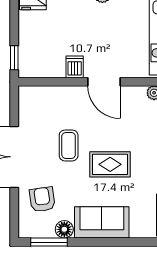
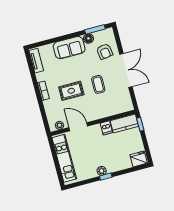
kitchen counter: (41, 66) -> (124, 123), added
door: (104, 82) -> (78, 127), moved
rug: (110, 164) -> (71, 91), moved

